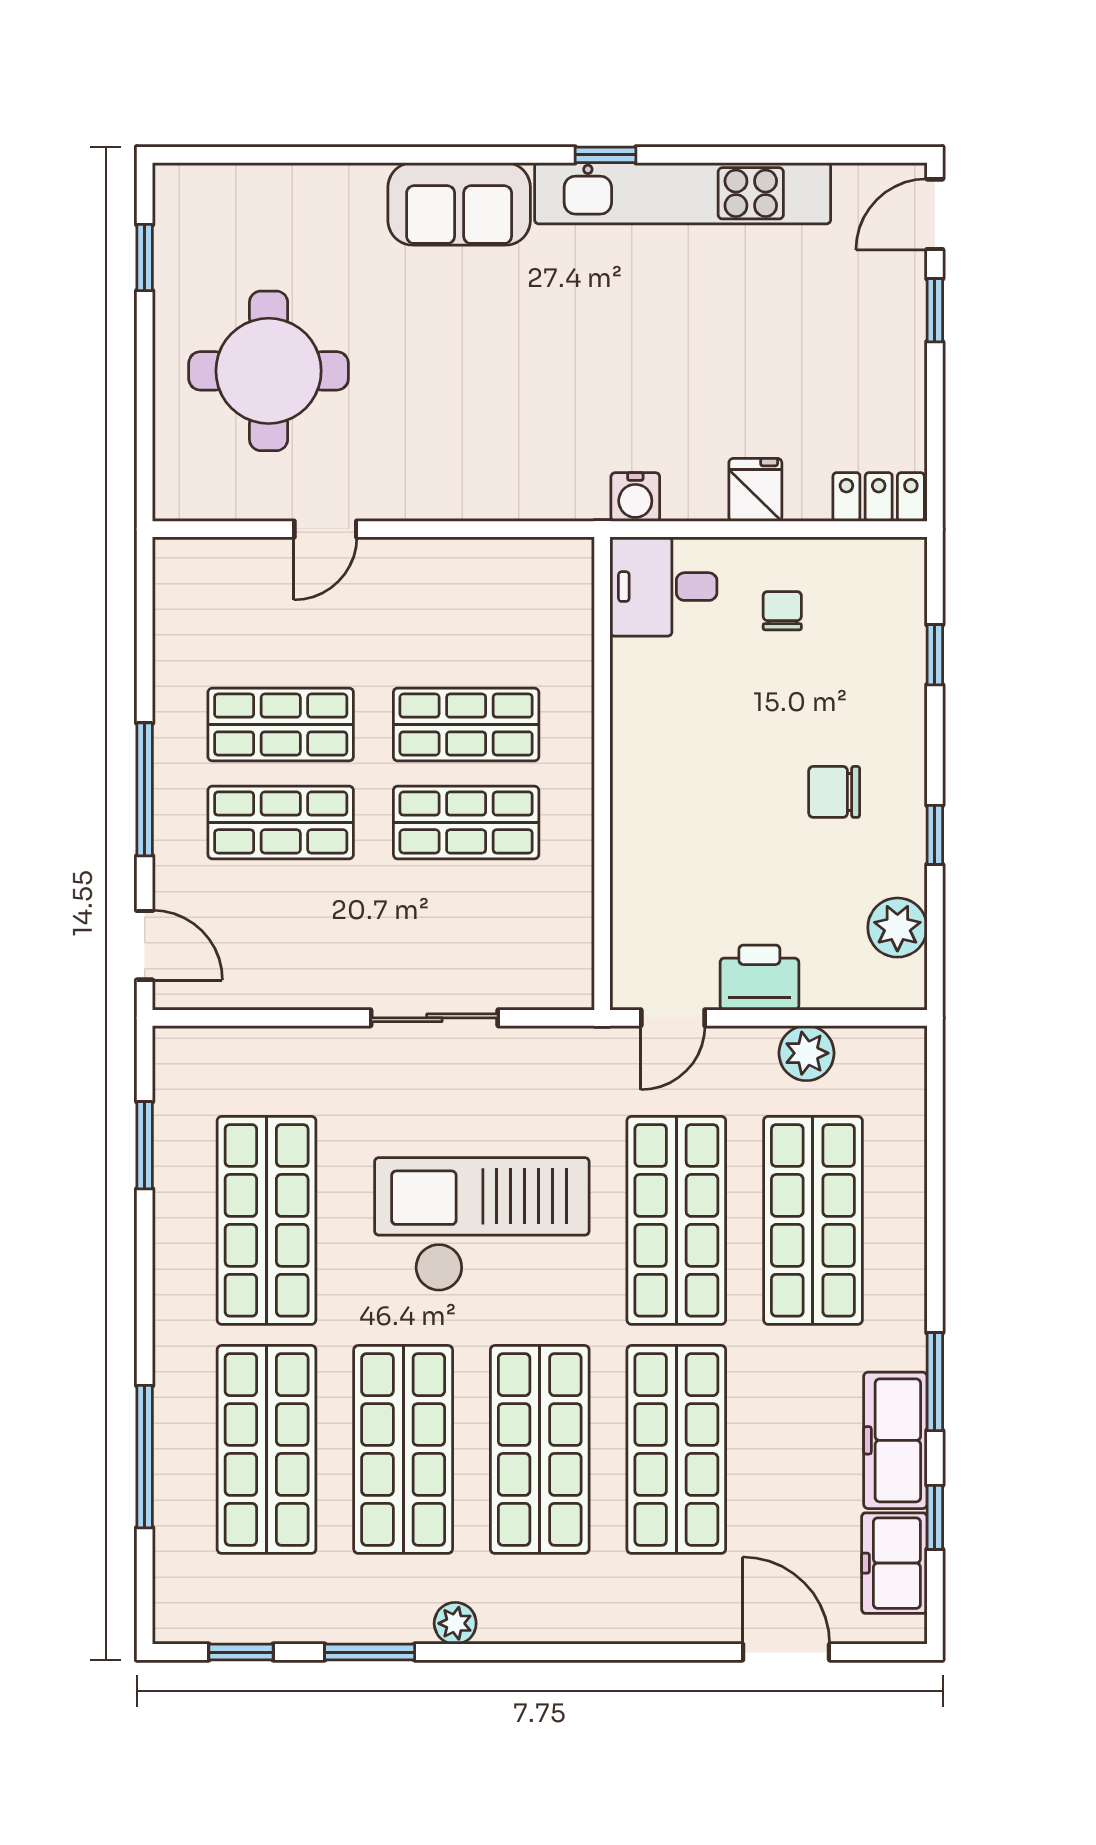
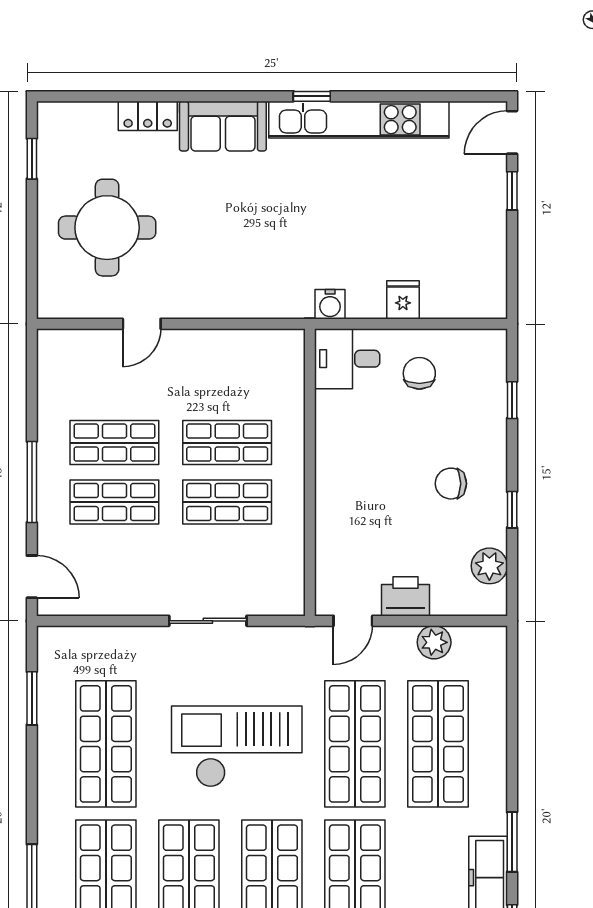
locker: (879, 497) -> (148, 116), moved, turned 180
chair: (782, 611) -> (419, 373), width x1.37, depth x1.37

